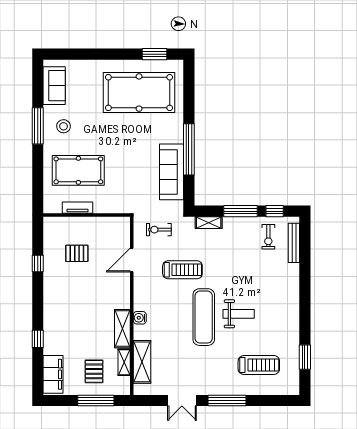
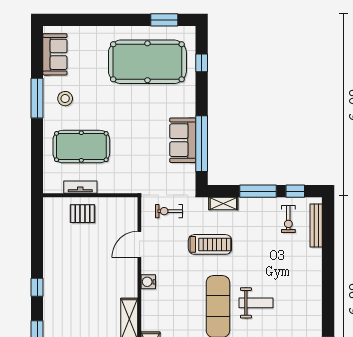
window: (189, 93) -> (202, 63), added
window: (189, 149) -> (202, 144), moved
sofa: (171, 172) -> (183, 140), width x0.73
pallet: (77, 253) -> (83, 214), moved
window: (38, 264) -> (37, 287), moved
treadmill: (182, 270) -> (210, 244), moved
water cooler: (140, 318) -> (148, 282), moved

